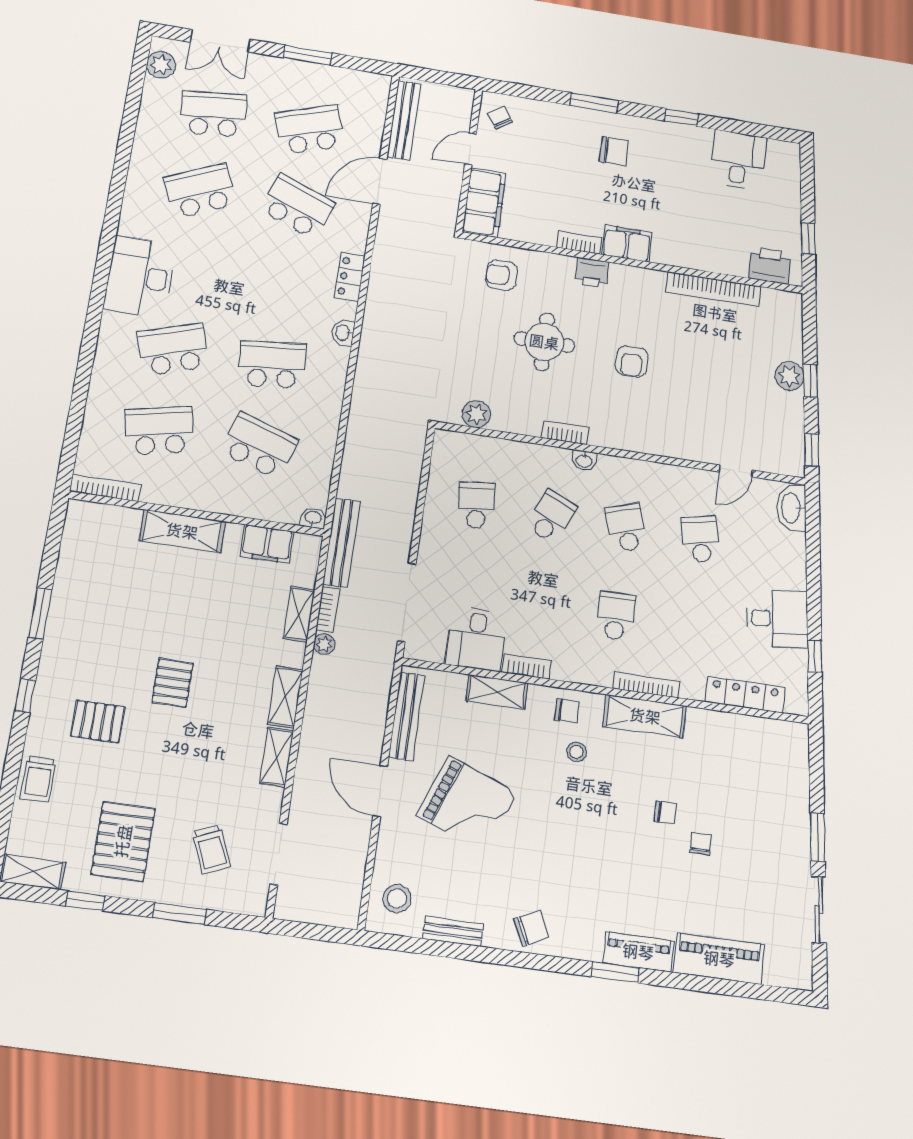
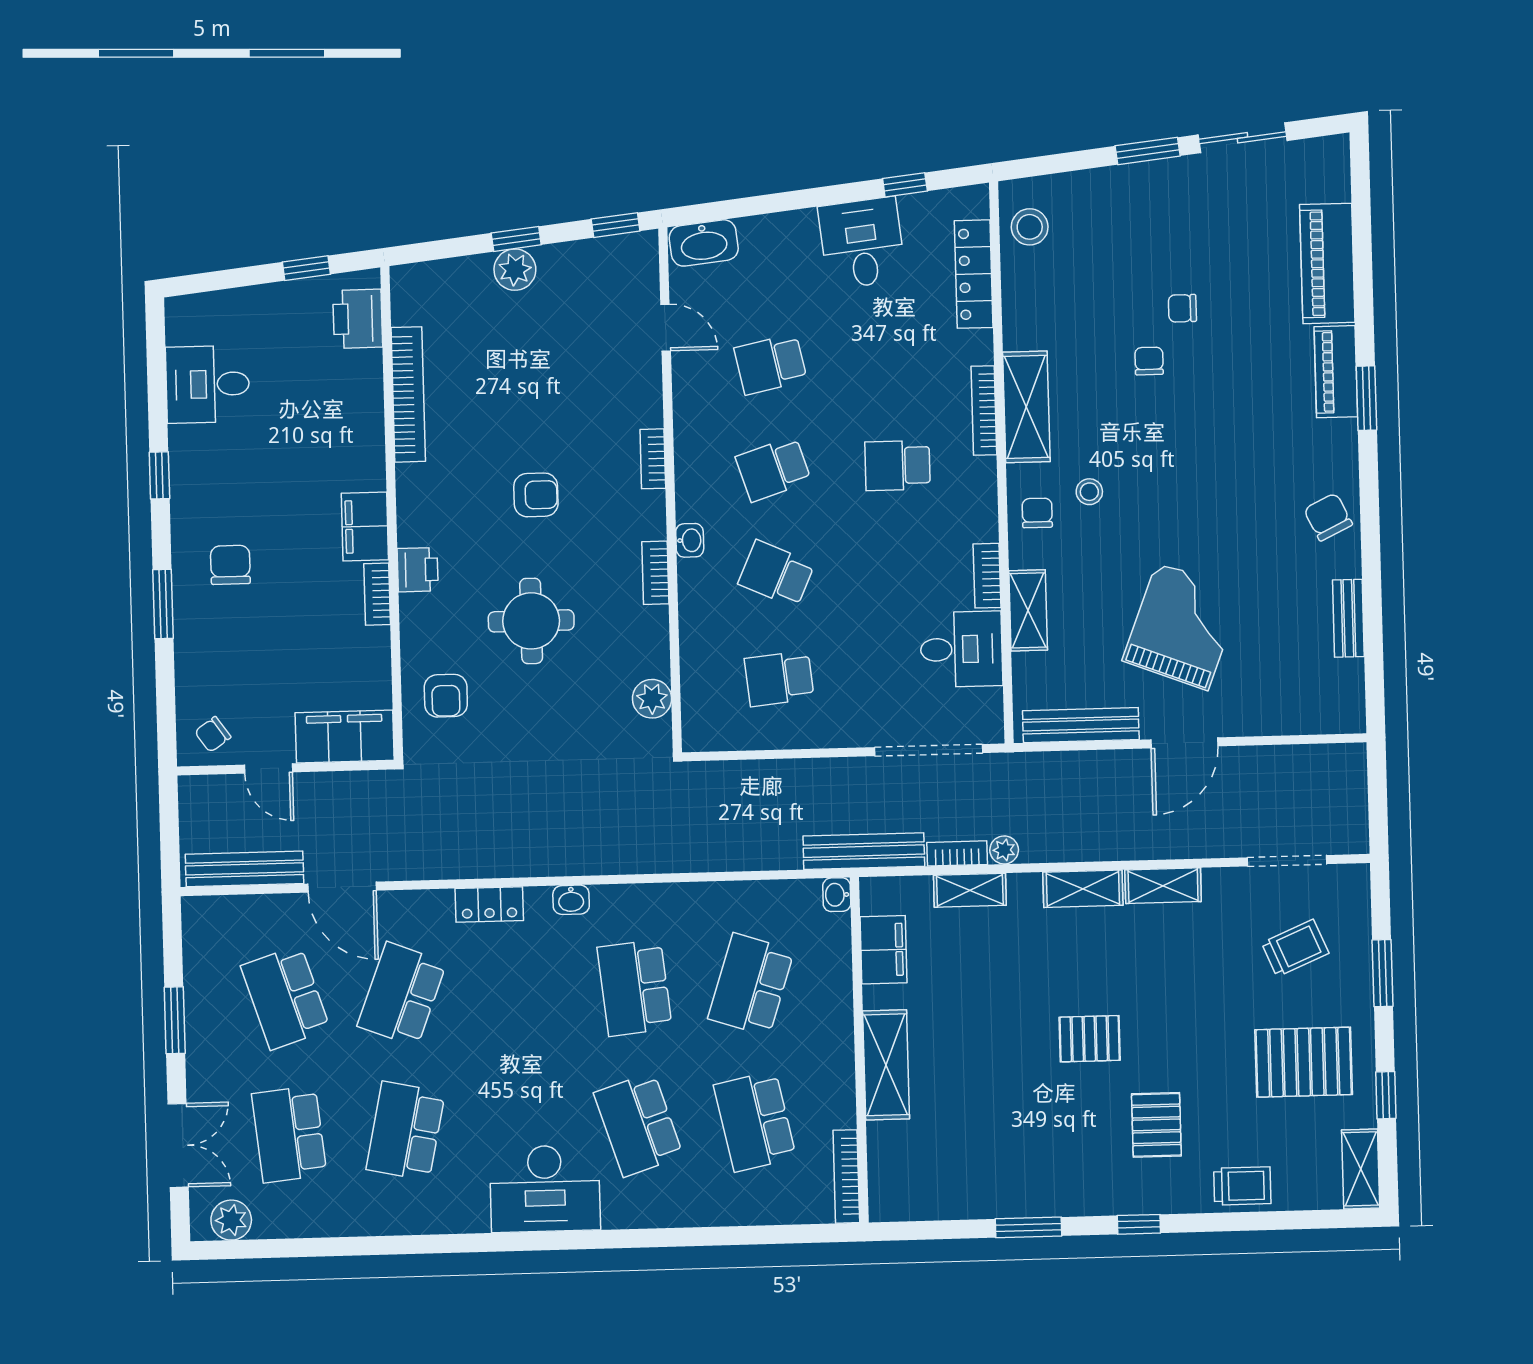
school desk: (200, 191) -> (406, 1131), turned 36
bookcase: (645, 445) -> (653, 459), added
stool: (397, 898) -> (1030, 227), moved

